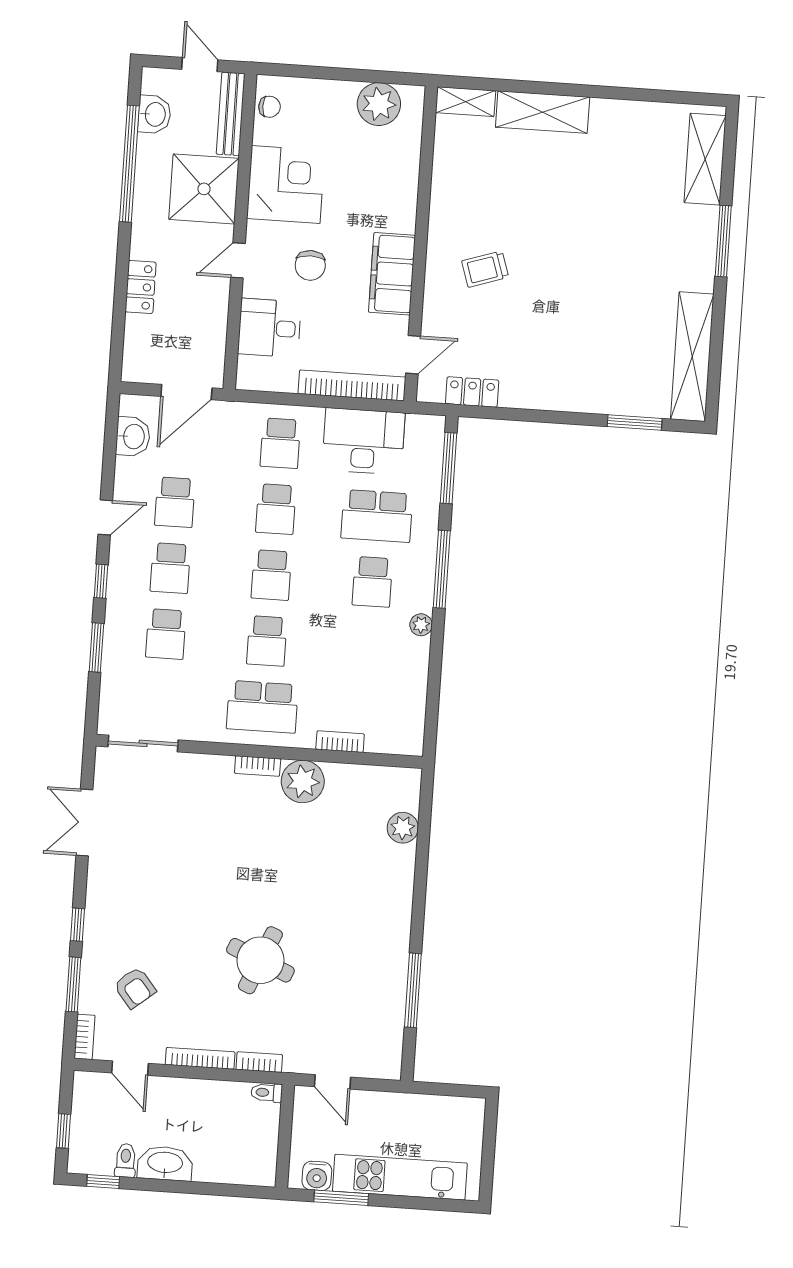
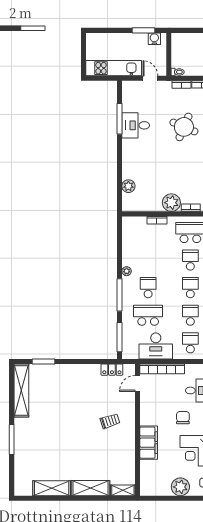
plant: (379, 104) -> (180, 487), moved
shelving: (705, 159) -> (52, 488), moved, turned 90
filing cabinet: (392, 274) -> (149, 443), moved
desk: (376, 972) -> (136, 125), added
kitchen unit: (400, 1177) -> (114, 68), moved, turned 180

